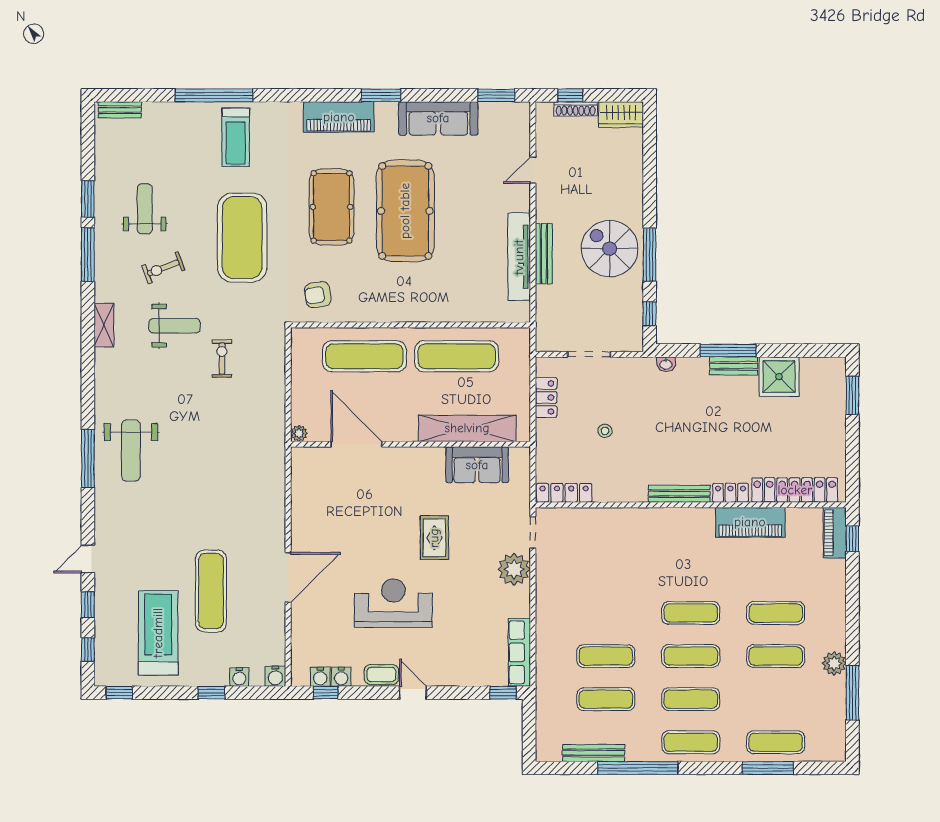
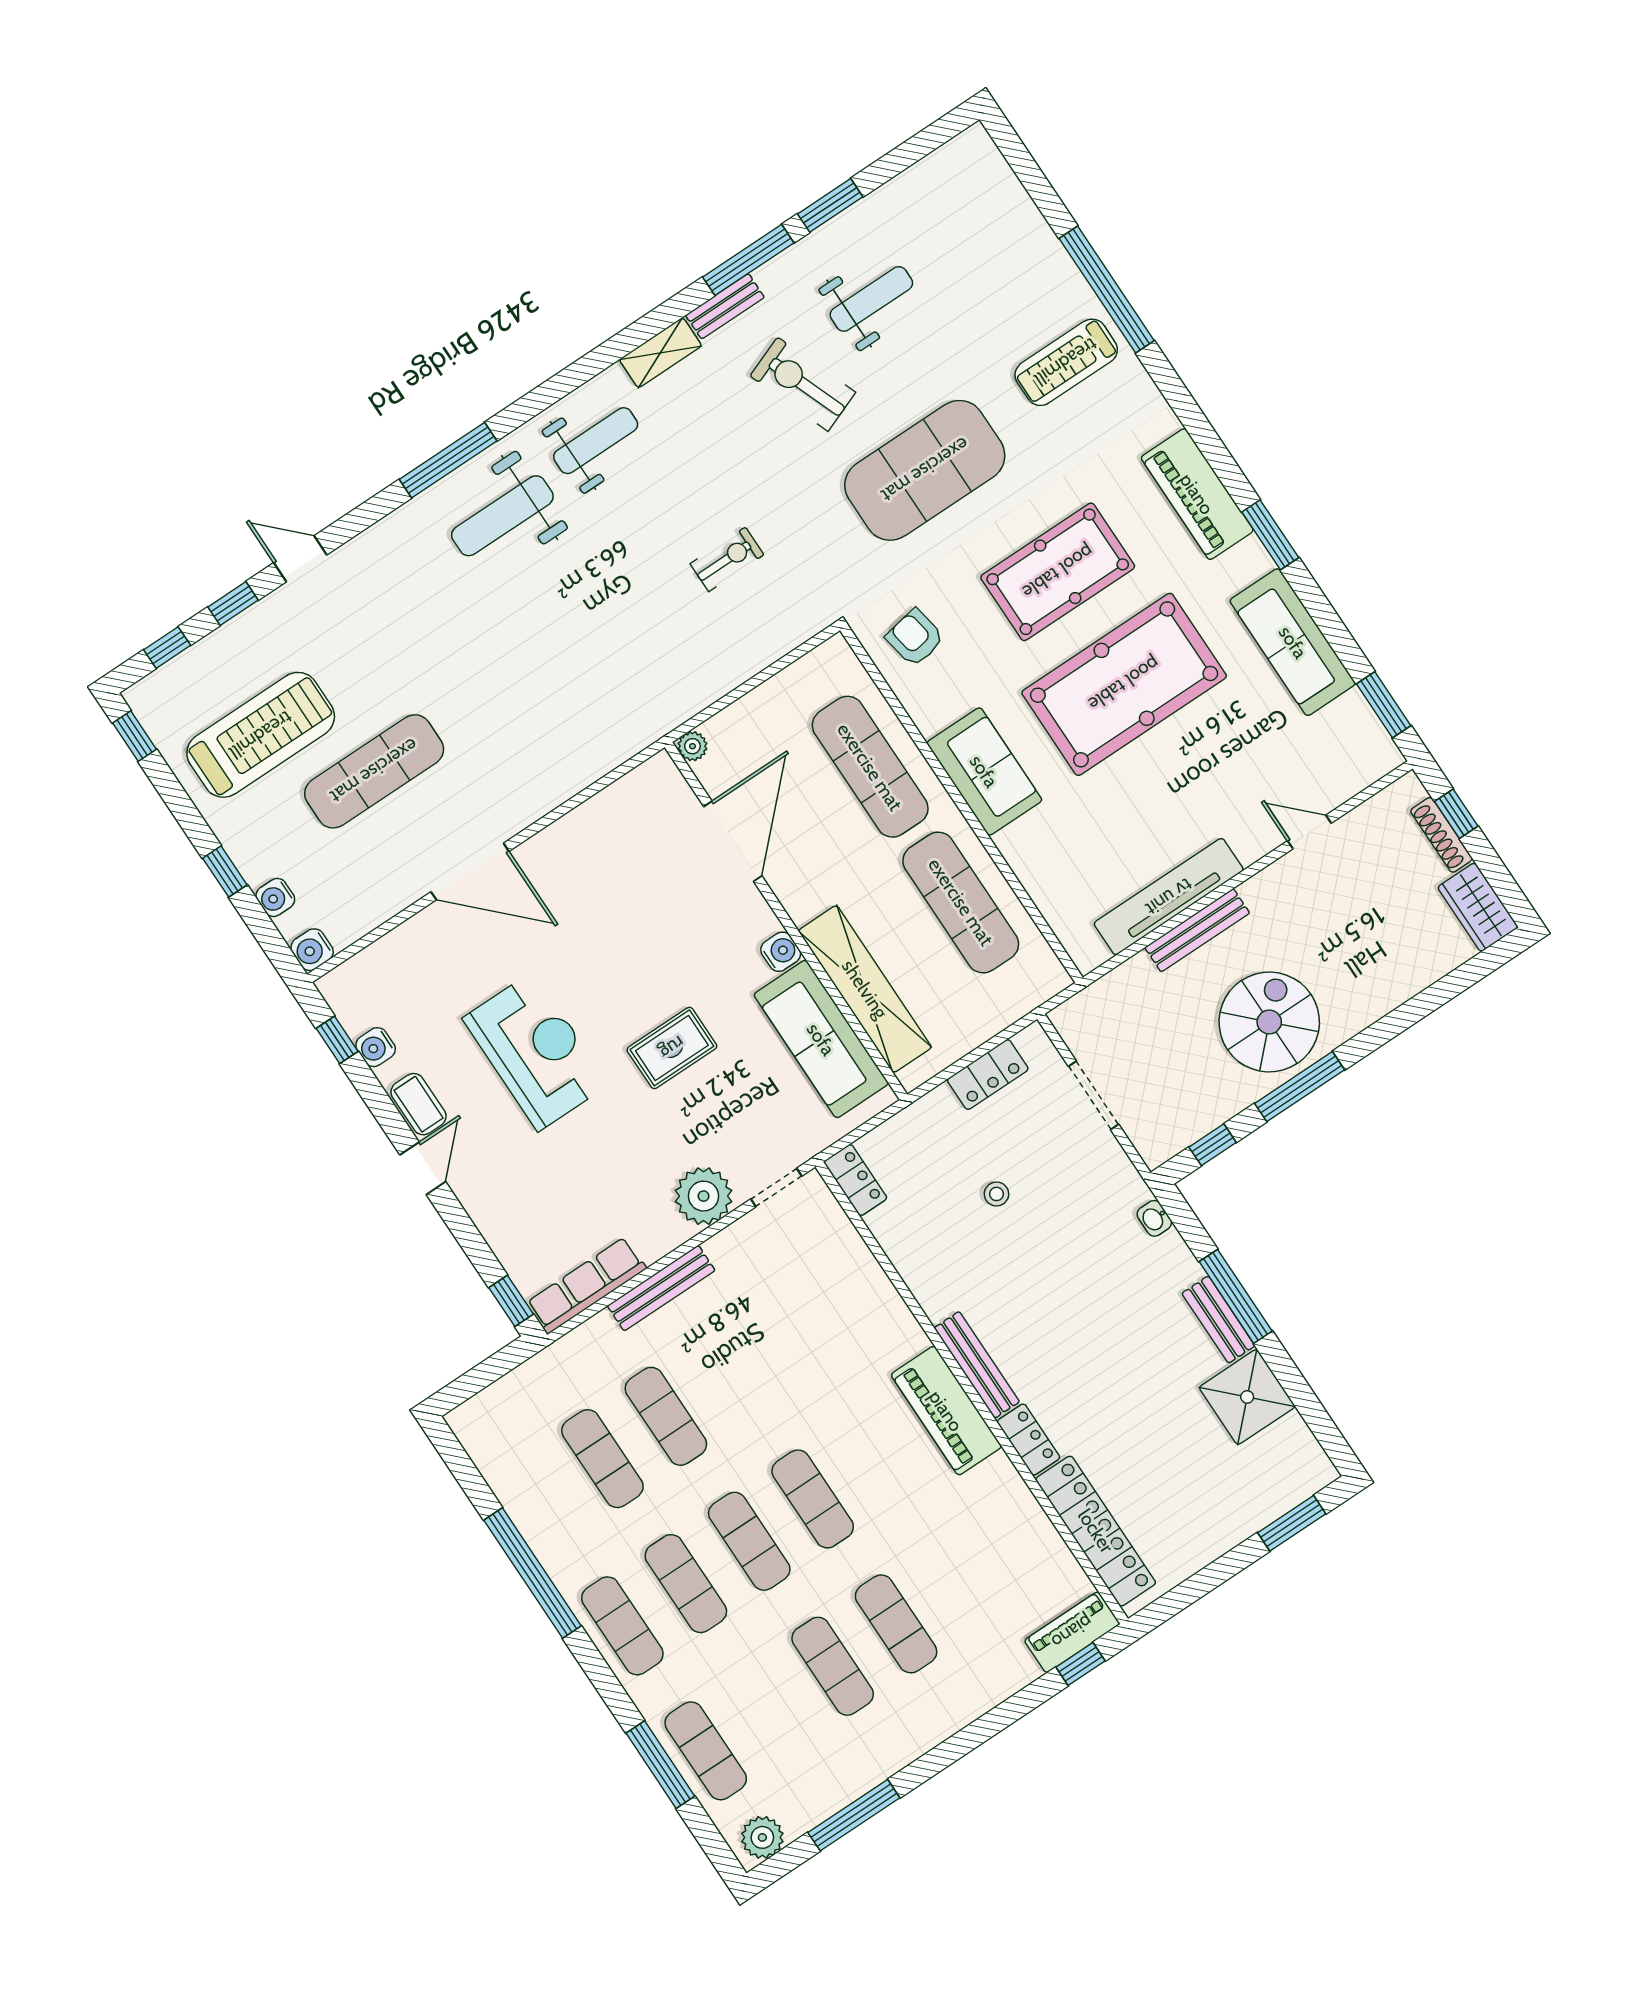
bench: (120, 110) -> (725, 306), moved, turned 90
exercise bike: (163, 268) -> (803, 384), width x1.38, depth x1.39
sofa: (402, 304) -> (984, 771), added
weight bench: (174, 326) -> (596, 441), moved, turned -90
sofa: (477, 465) -> (821, 1039), width x1.36
locker: (564, 493) -> (855, 1180), width x0.66
piano: (750, 522) -> (946, 1411), moved
plant: (834, 663) -> (762, 1837), moved
water cooler: (320, 677) -> (781, 952), moved, turned 180
bench: (594, 753) -> (661, 1288), moved, turned 90

